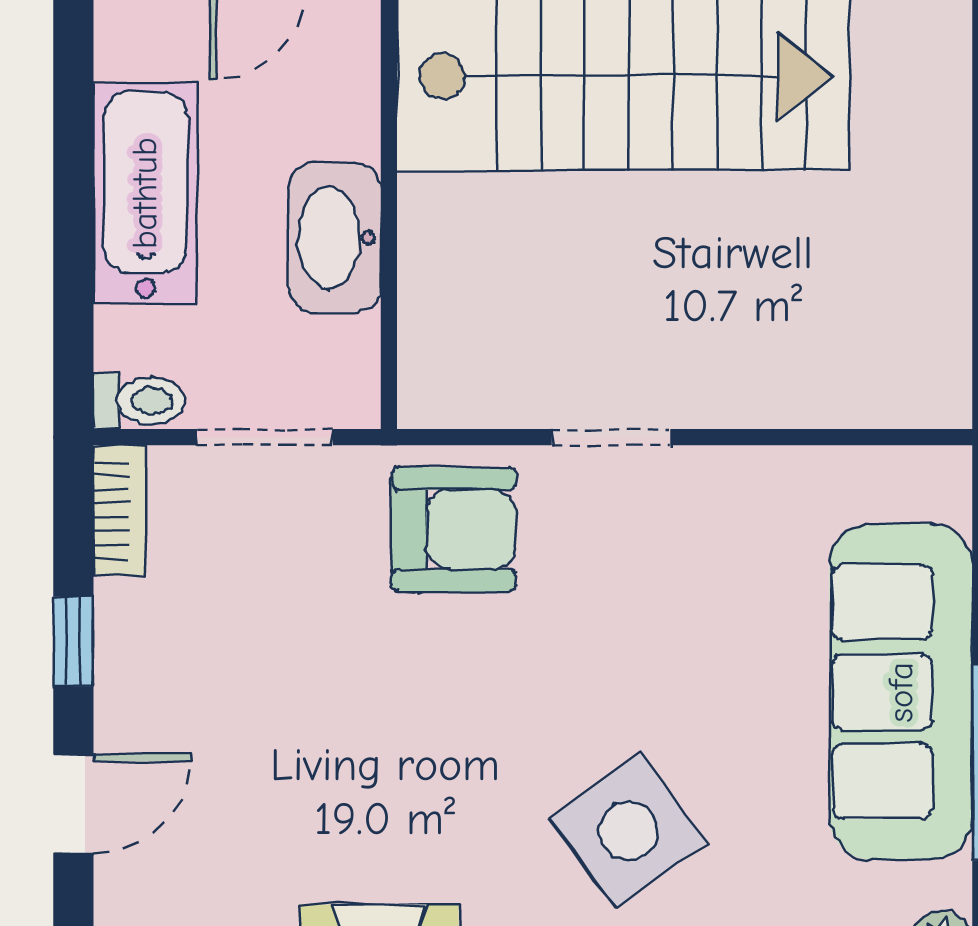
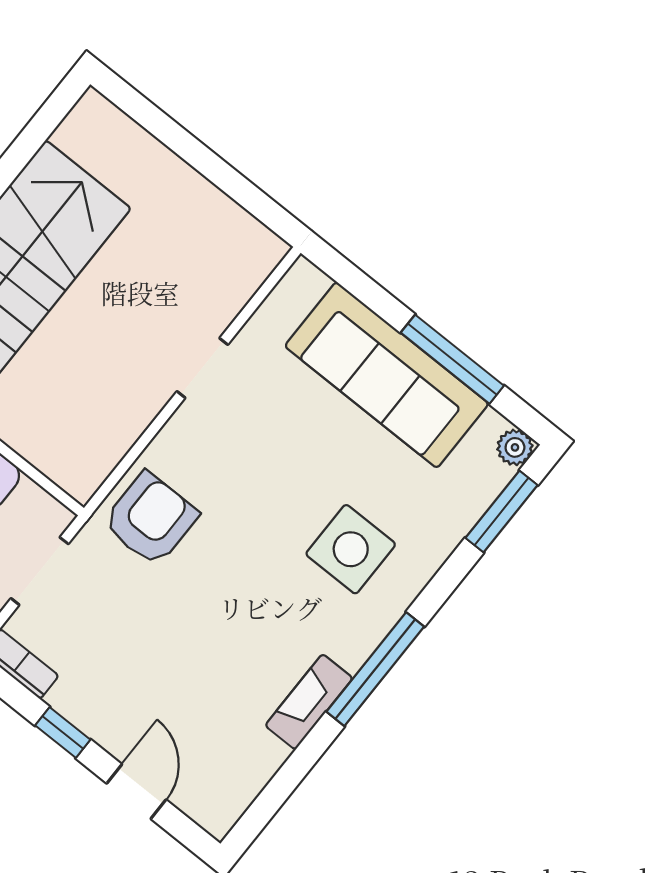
doorway: (611, 437) -> (202, 368), moved
side table: (628, 831) -> (351, 549), turned 36

